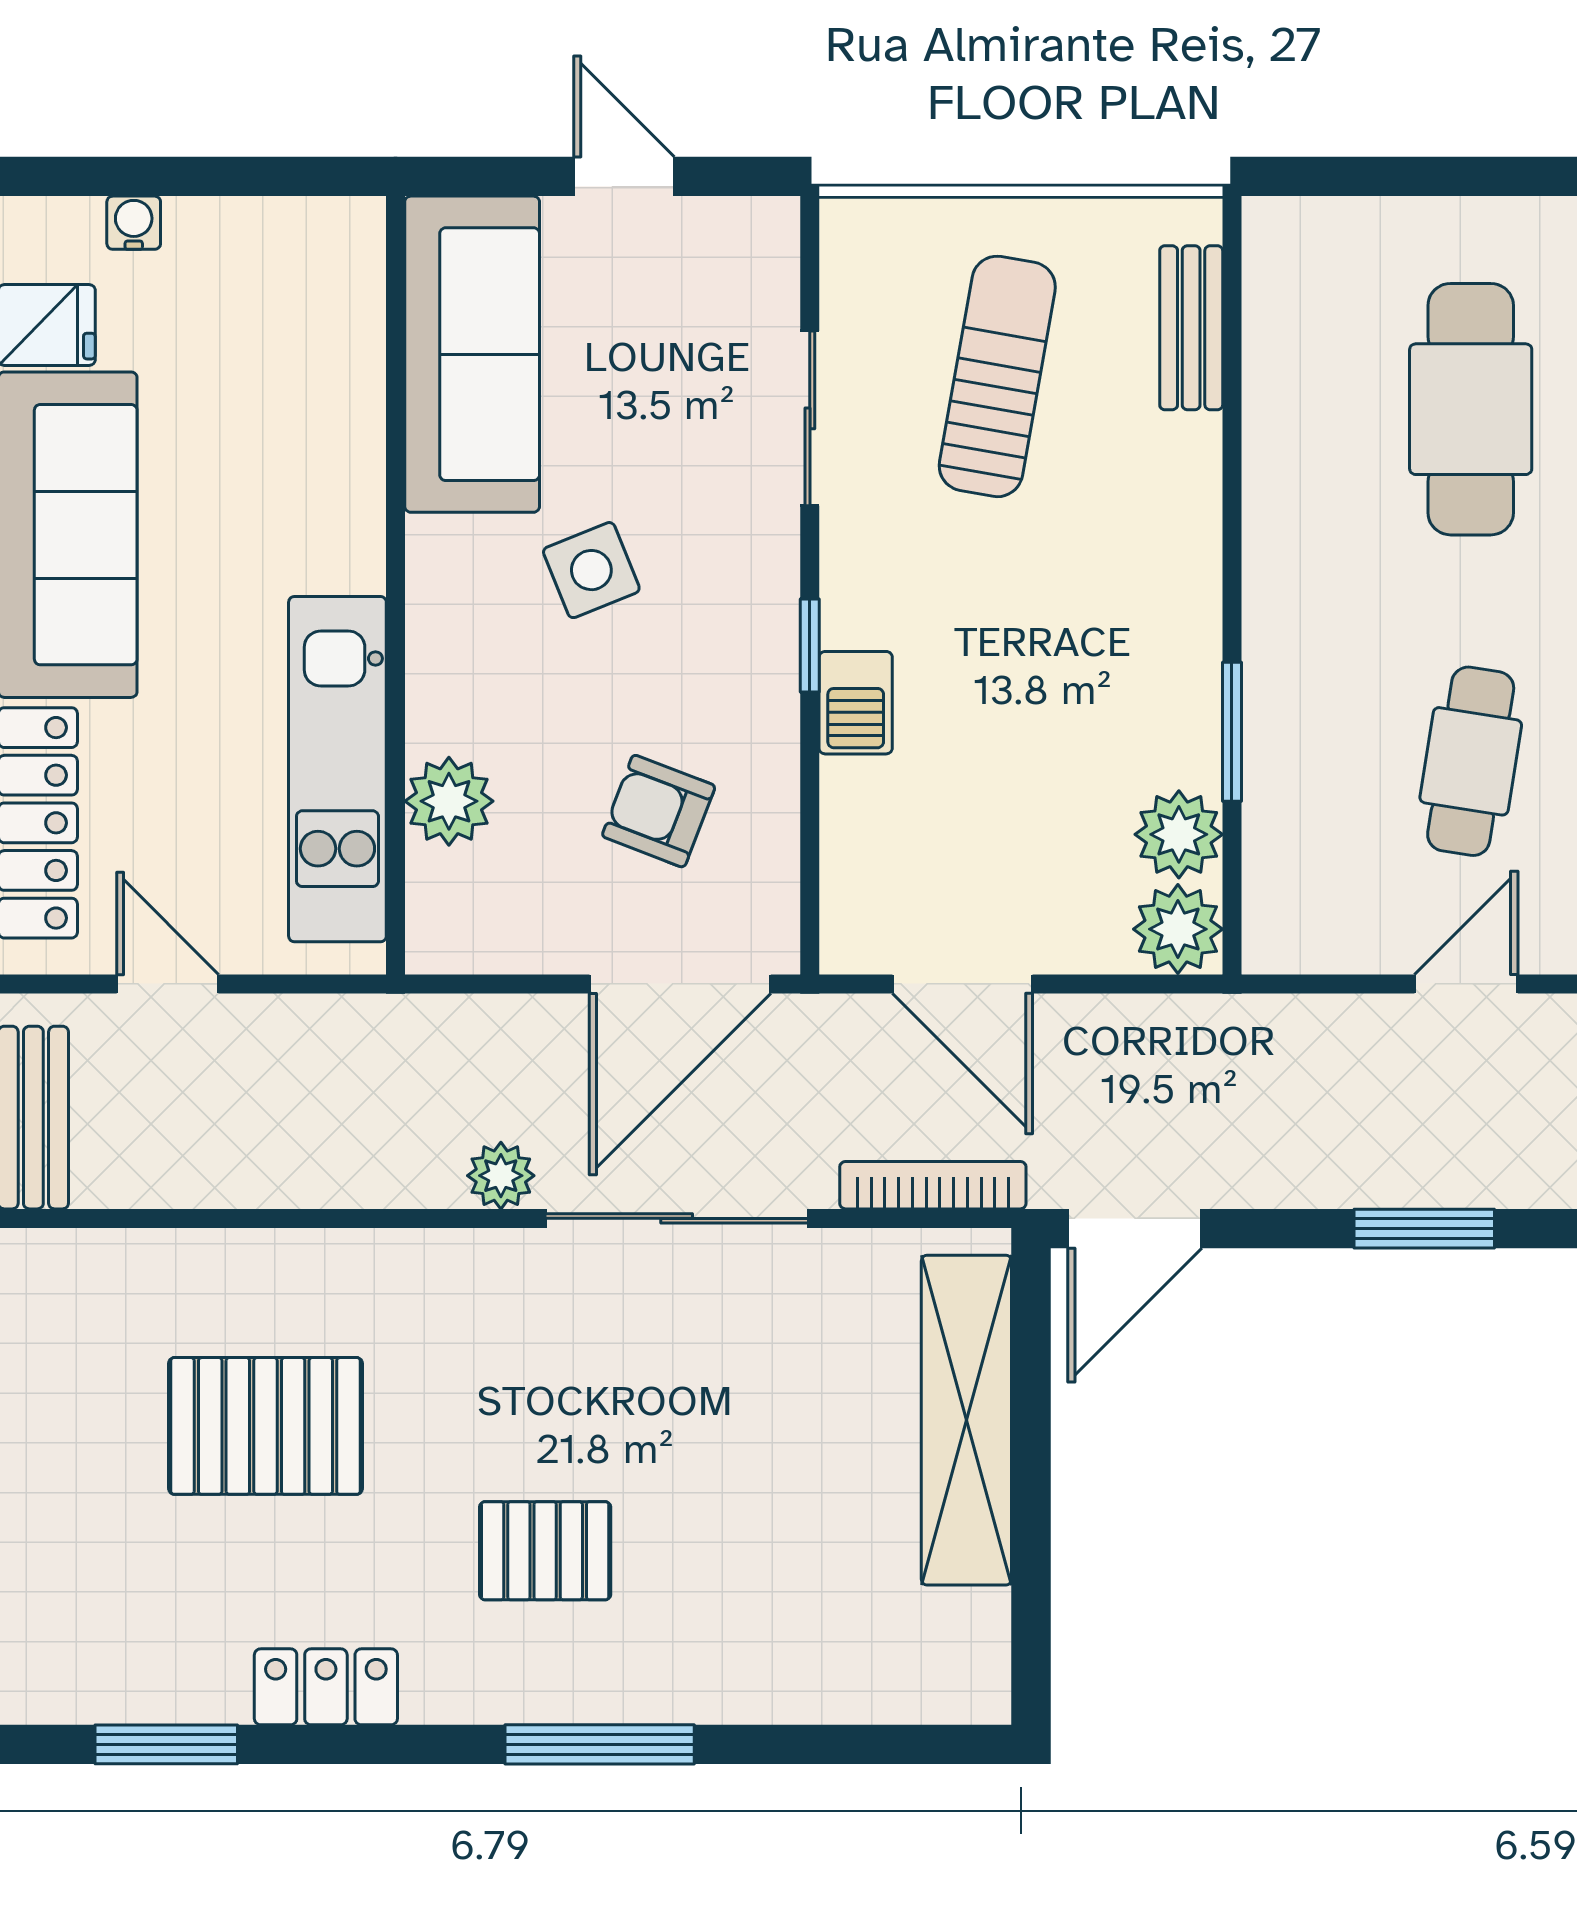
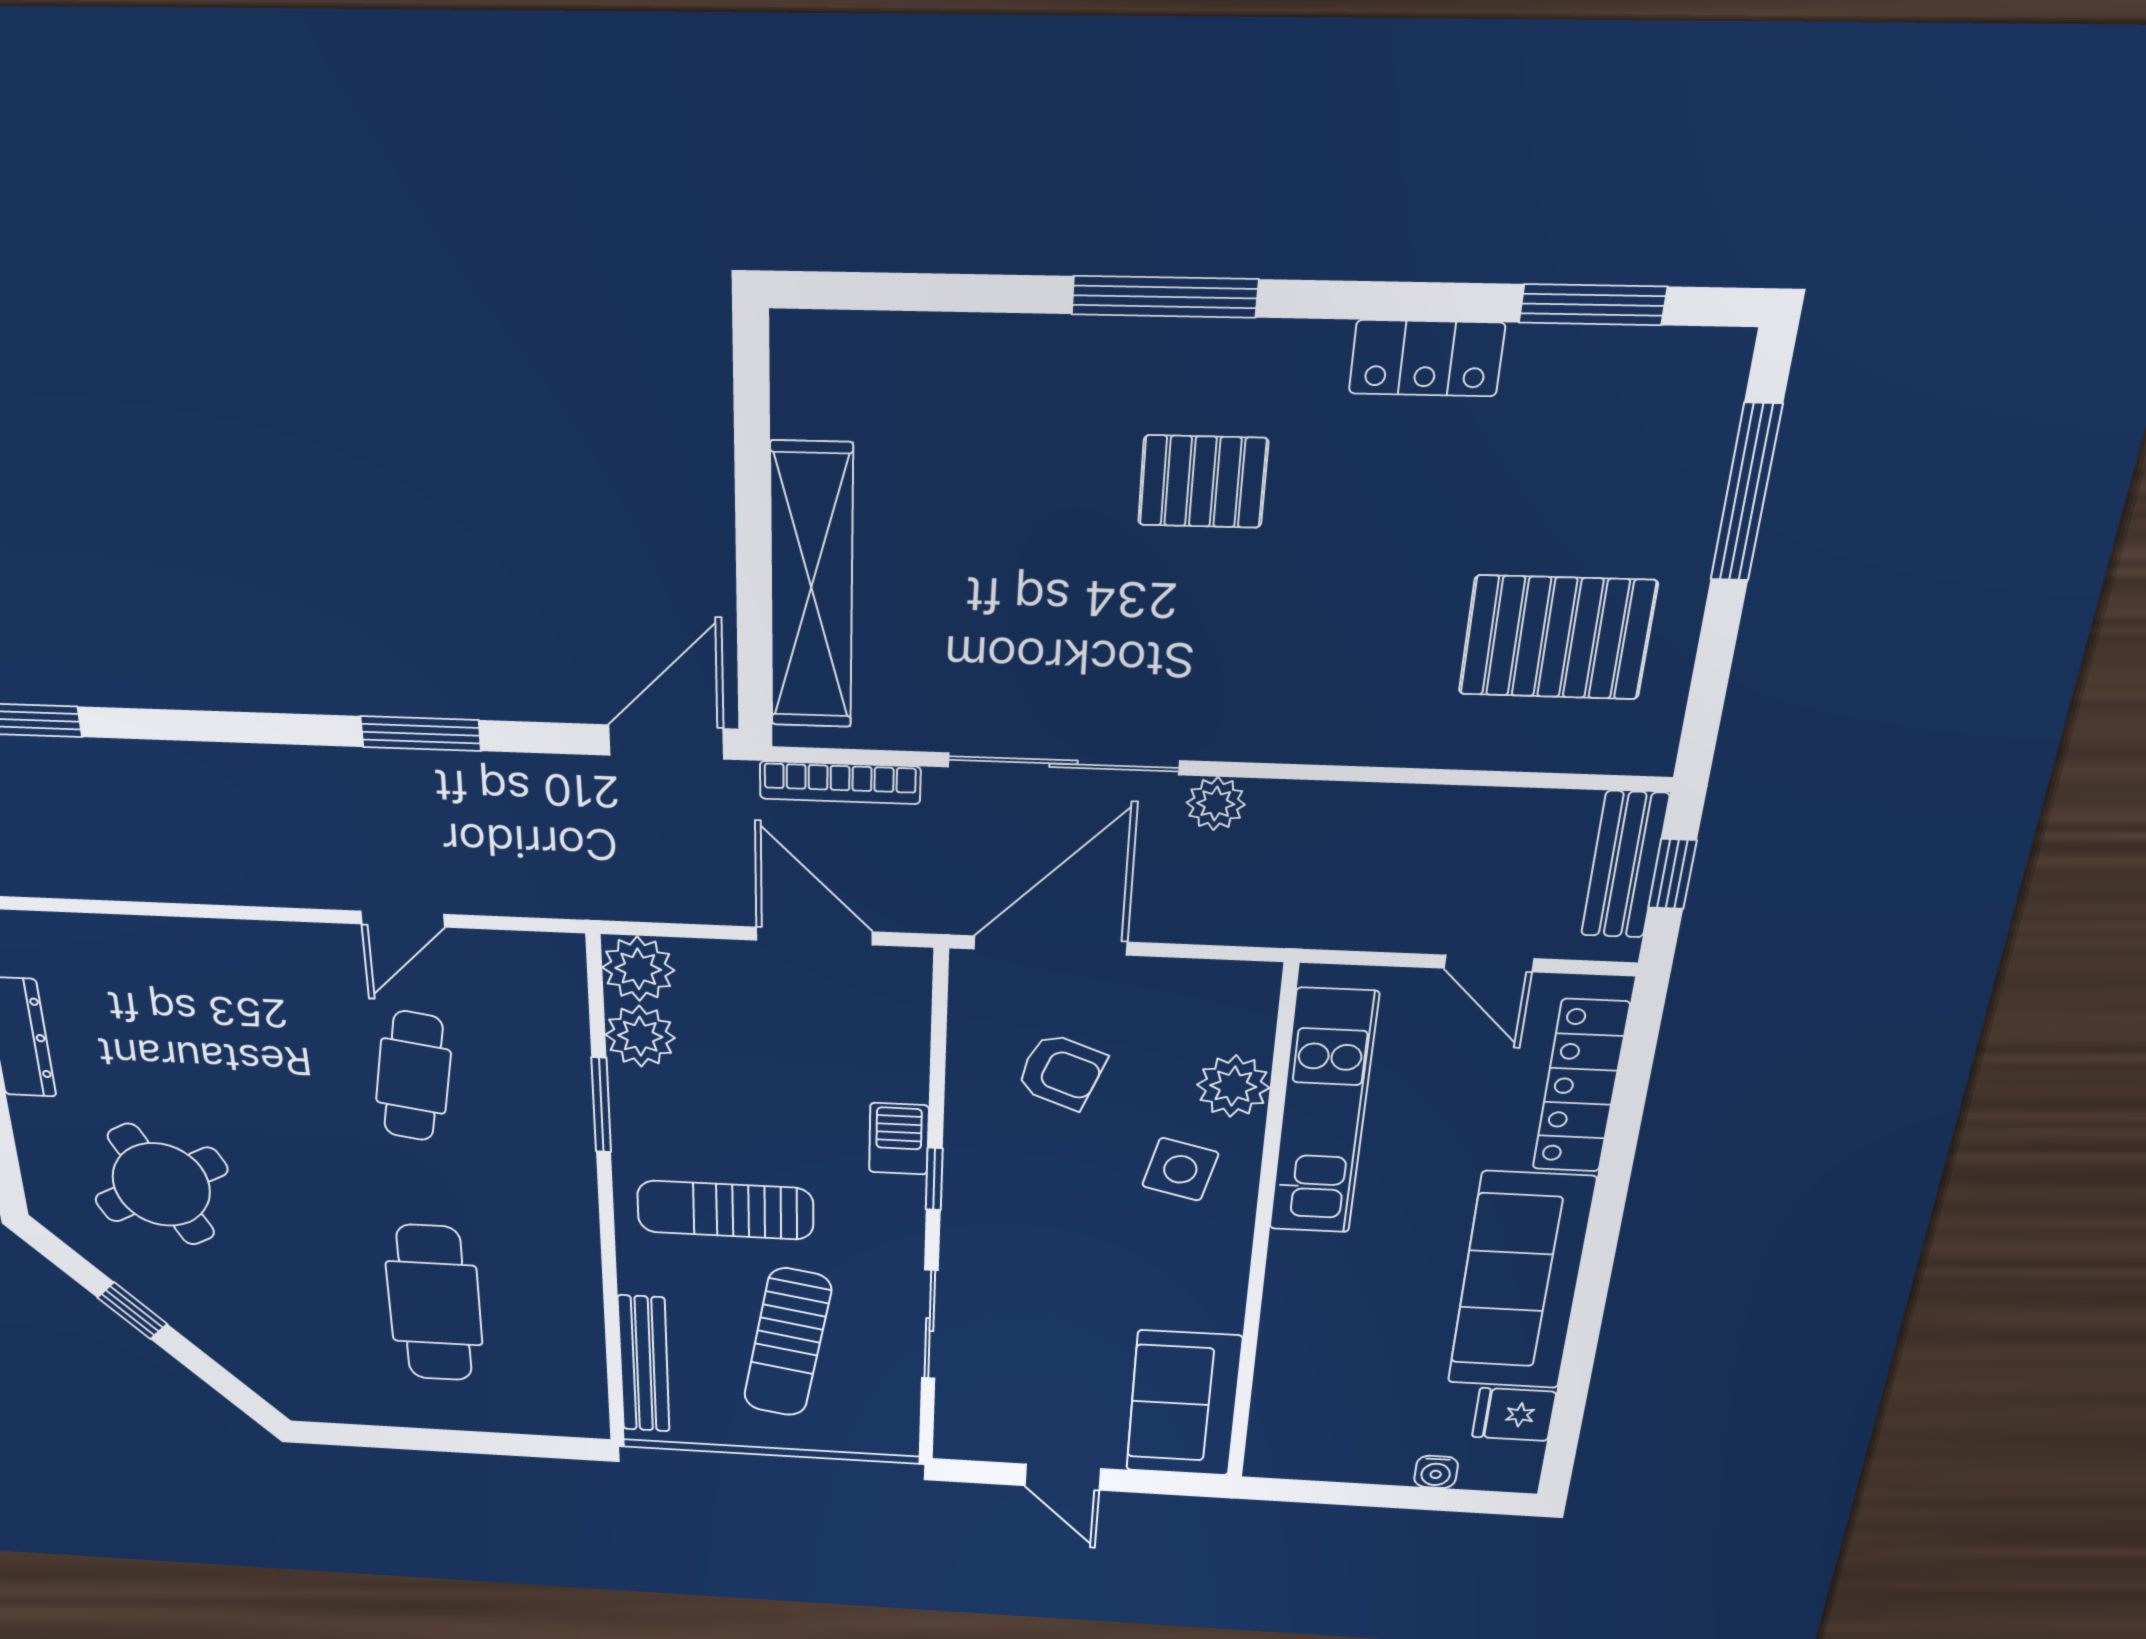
bench: (1191, 328) -> (644, 1364), width x1.36
sofa: (472, 354) -> (1184, 1404), width x0.73
side table: (591, 570) -> (1180, 1169), moved, turned 36
sun lounger: (1077, 582) -> (725, 1210), added
pallet: (265, 1426) -> (1557, 638), moved

